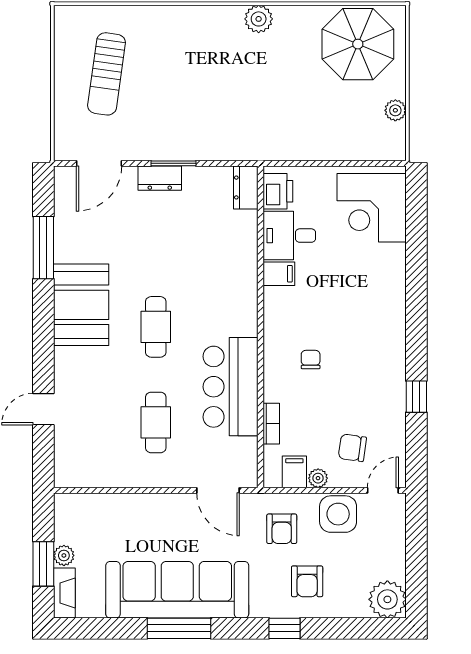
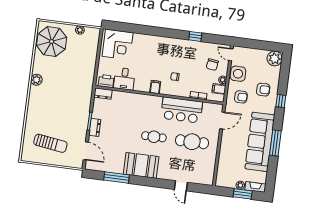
filing cabinet: (279, 274) -> (155, 87), moved
cafe table: (156, 422) -> (192, 142), width x1.37, depth x1.35

